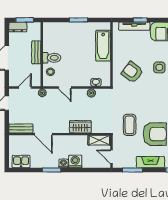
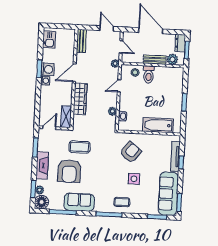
plant: (35, 34) -> (172, 59), added
wardrobe: (80, 127) -> (80, 99), width x1.50
door: (43, 134) -> (74, 73), moved
washing machine: (75, 161) -> (48, 69), moved

